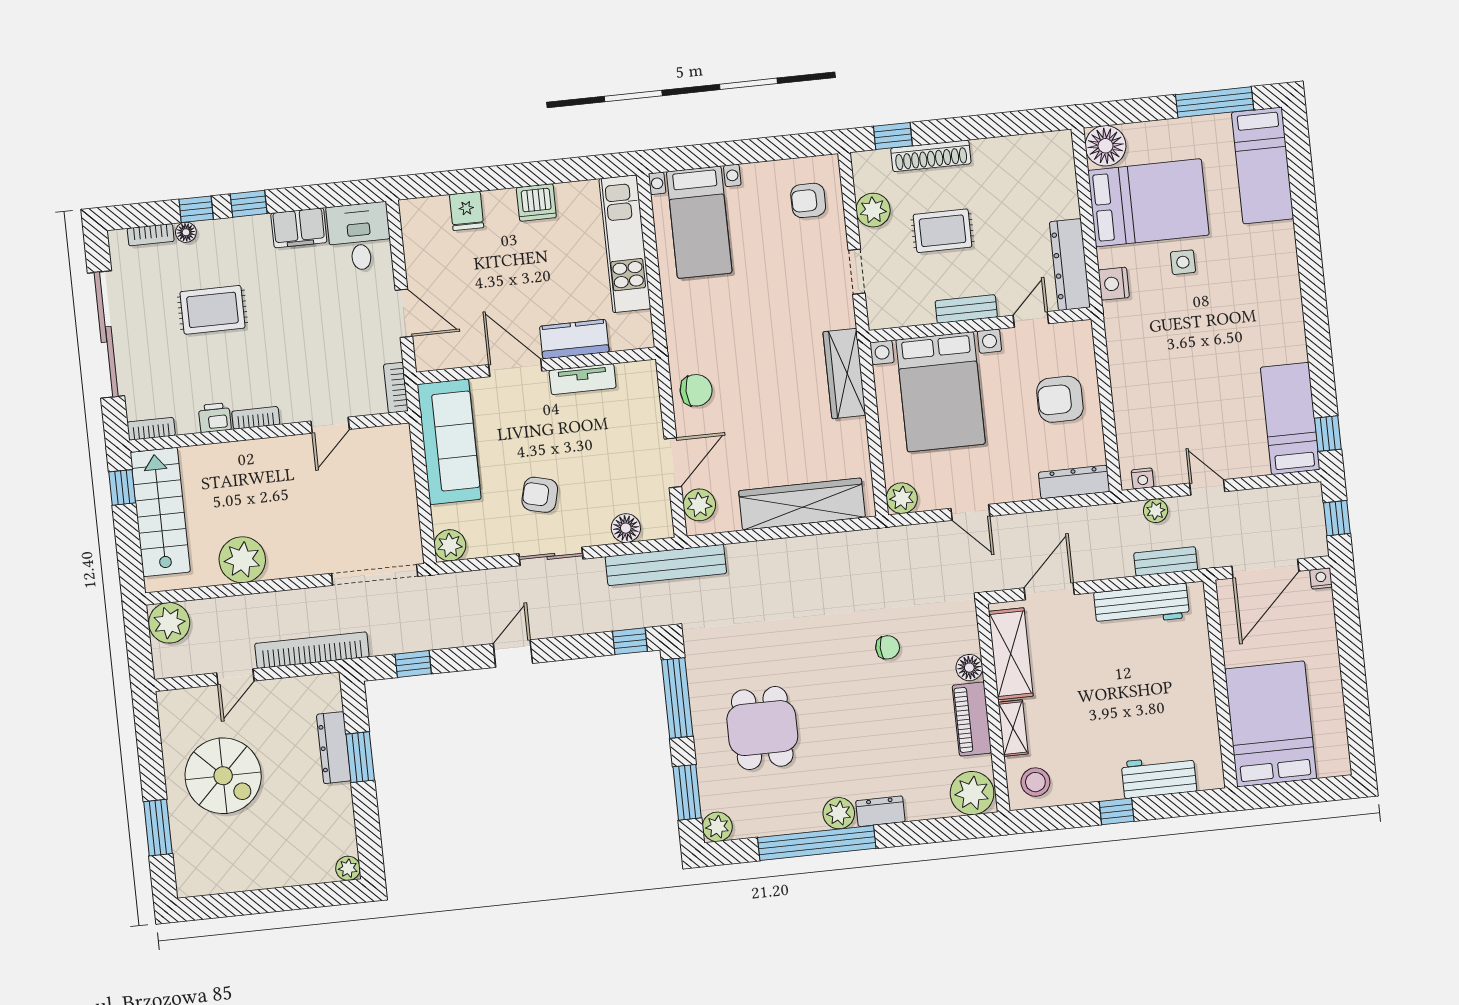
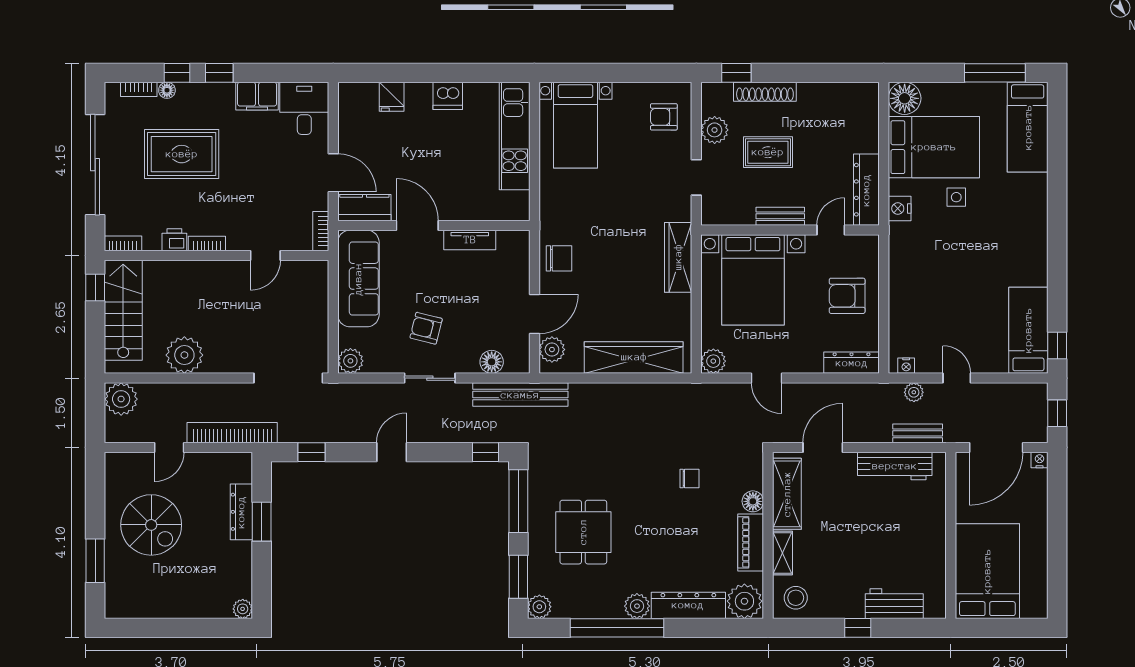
rug: (212, 310) -> (182, 154), width x1.36, depth x1.43
kitchen counter: (574, 339) -> (364, 208), moved
dresser: (880, 811) -> (688, 605), width x1.96, depth x1.24

